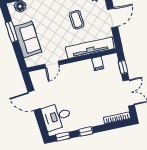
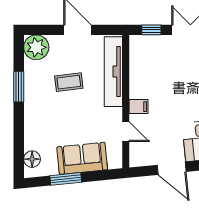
filing cabinet: (98, 64) -> (138, 107), moved
door: (34, 100) -> (172, 168), hinge flipped

